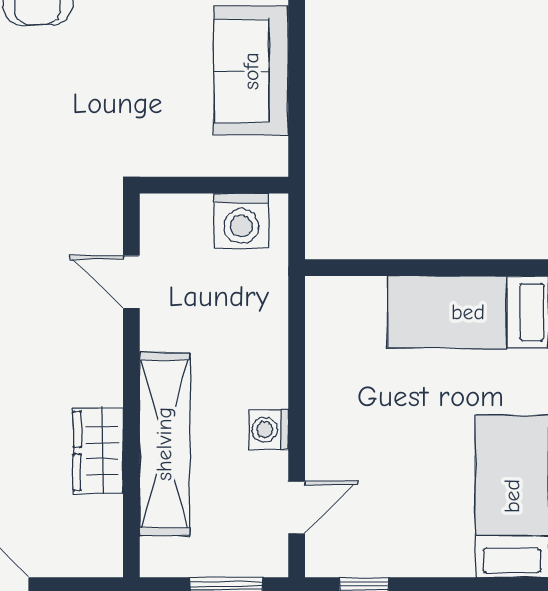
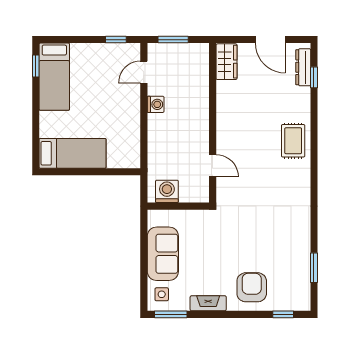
shelving: (164, 444) -> (199, 98), removed
wardrobe: (98, 451) -> (226, 62), moved

